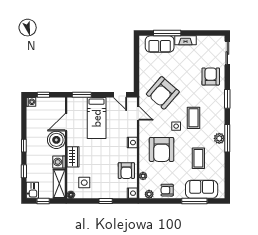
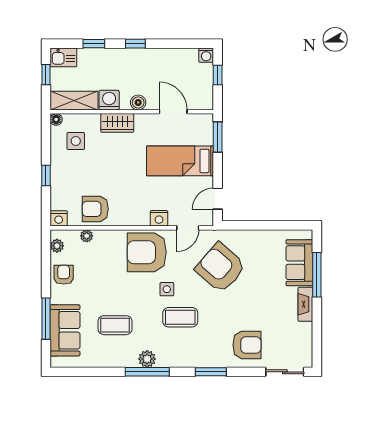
boiler: (56, 140) -> (138, 103), width x0.54, depth x0.54
nightstand: (132, 143) -> (159, 218), moved
armchair: (162, 149) -> (147, 252), moved

